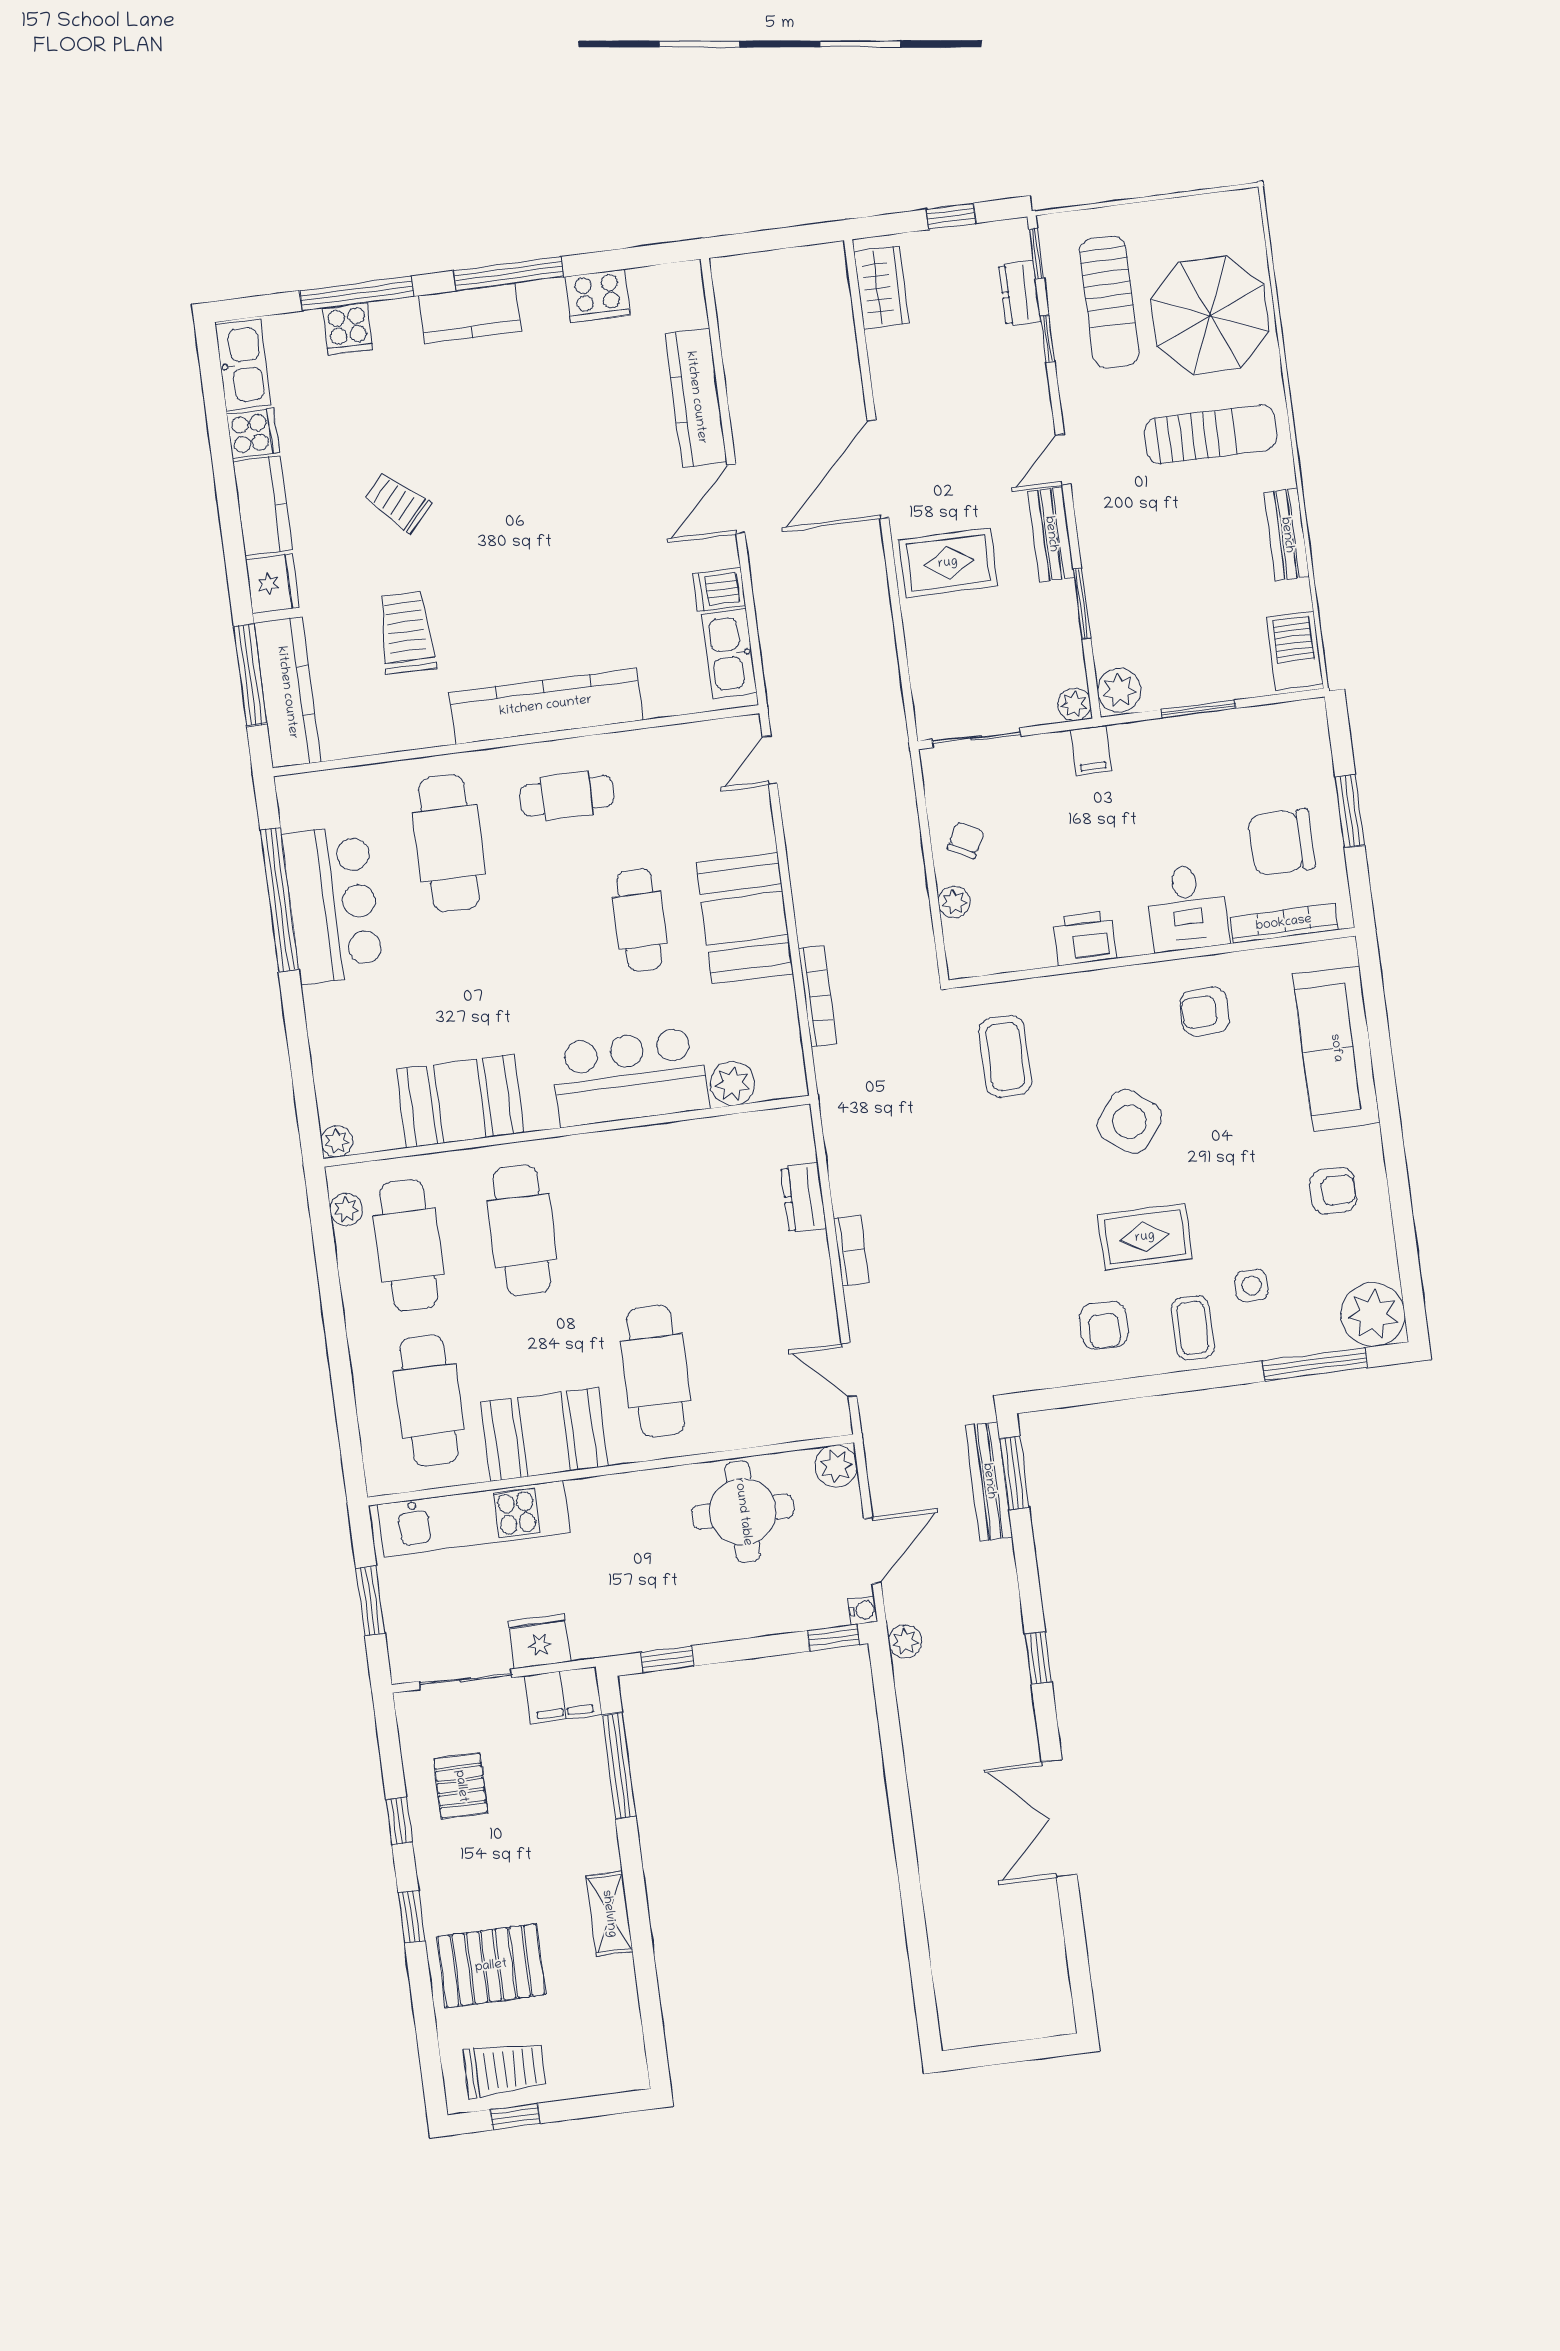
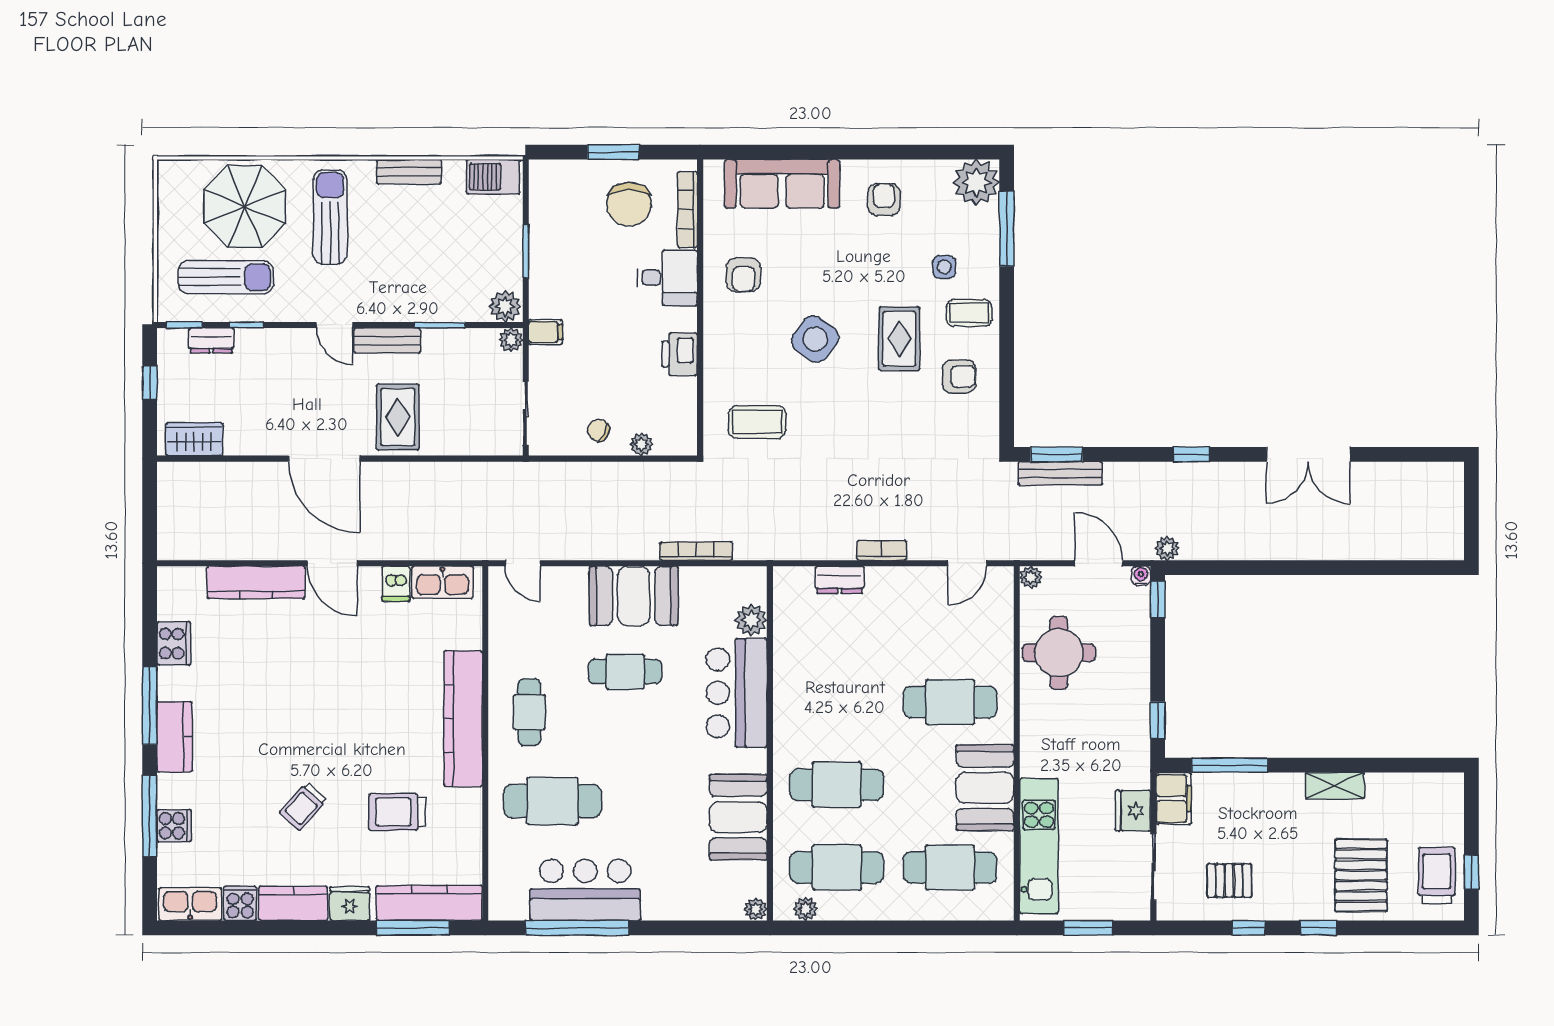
plant: (836, 1466) -> (1031, 577), width x0.73, depth x0.73

